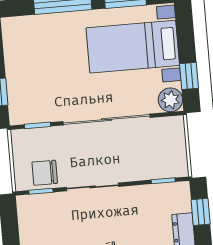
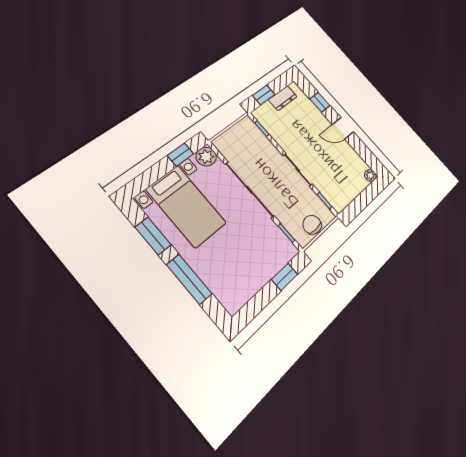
chair: (45, 173) -> (312, 225), moved, turned 180

